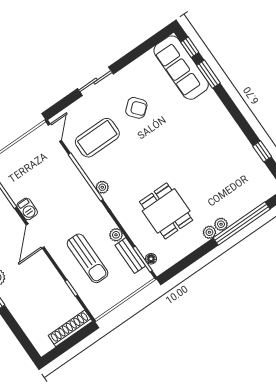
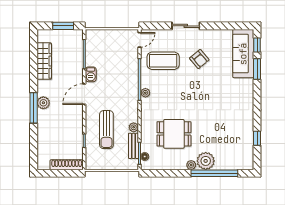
dining table: (166, 211) -> (174, 134), turned 90
plant: (221, 224) -> (206, 161), width x1.88, depth x1.88

